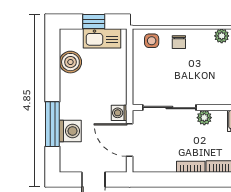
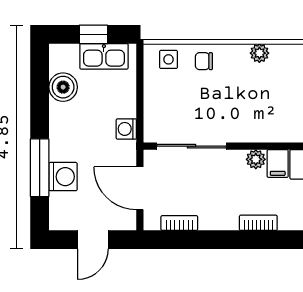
chair: (179, 42) -> (204, 61), turned 90
washing machine: (119, 113) -> (126, 129), moved
plant: (204, 118) -> (256, 159), moved
bookcase: (191, 167) -> (179, 223), moved

